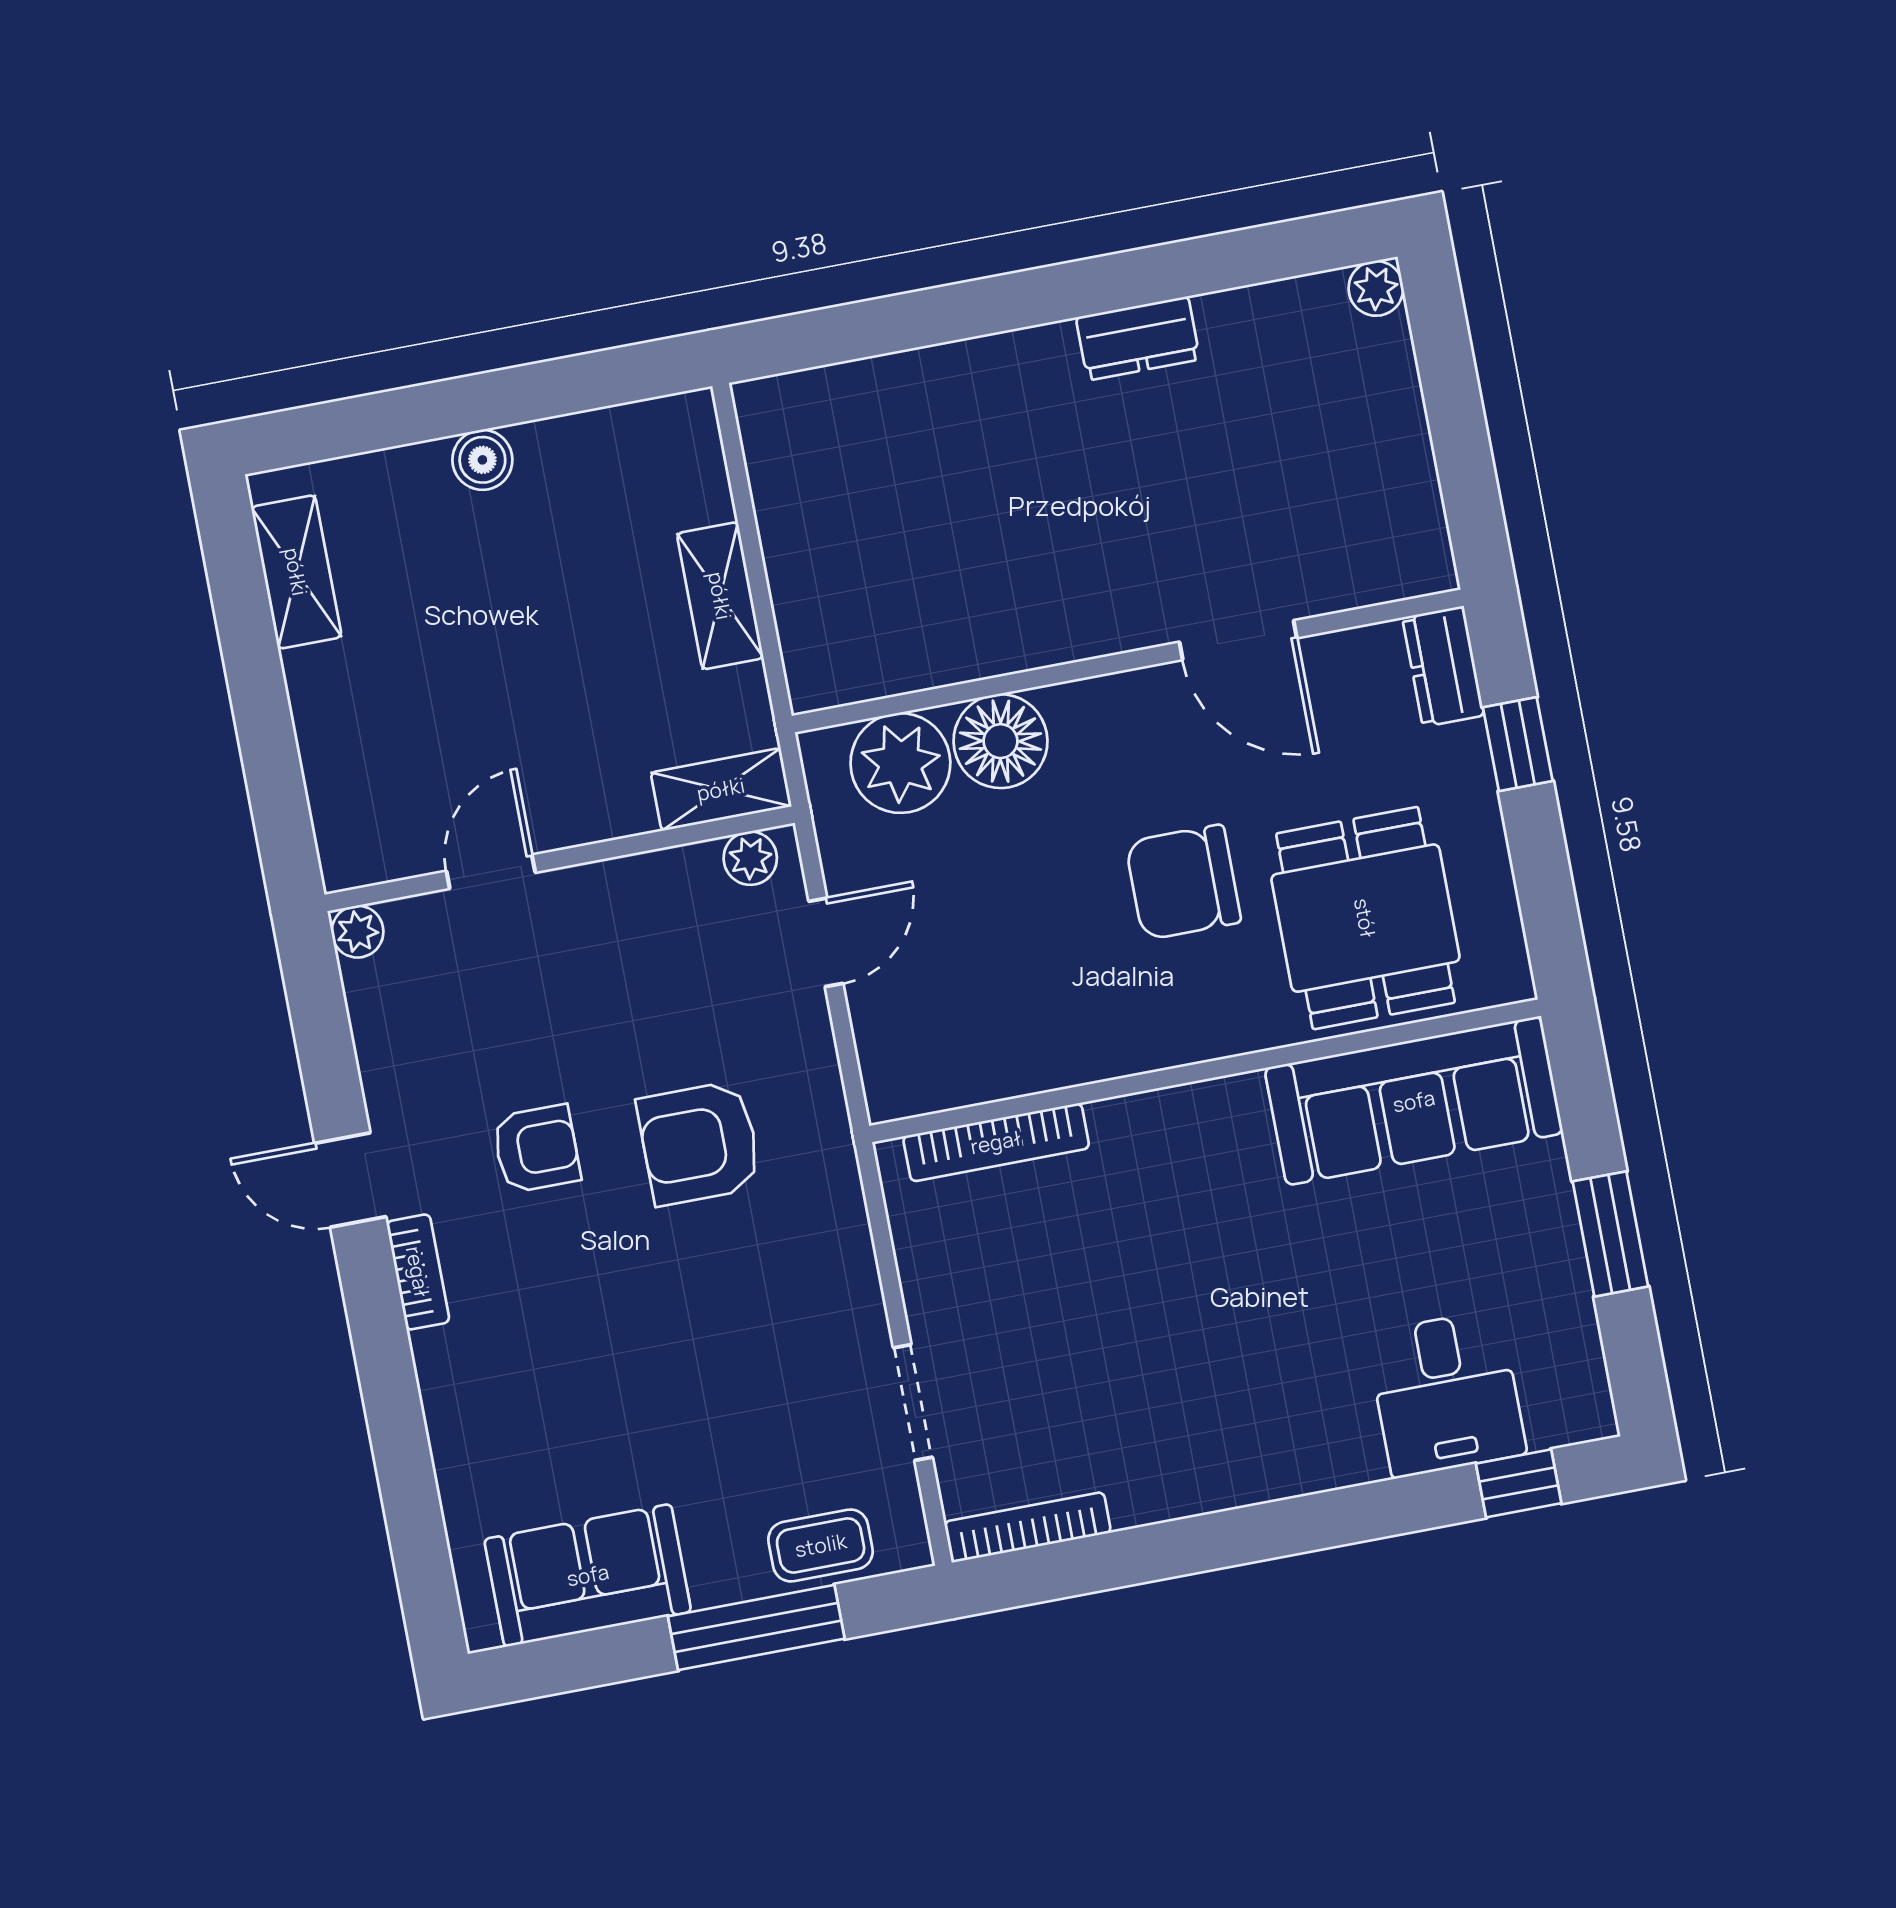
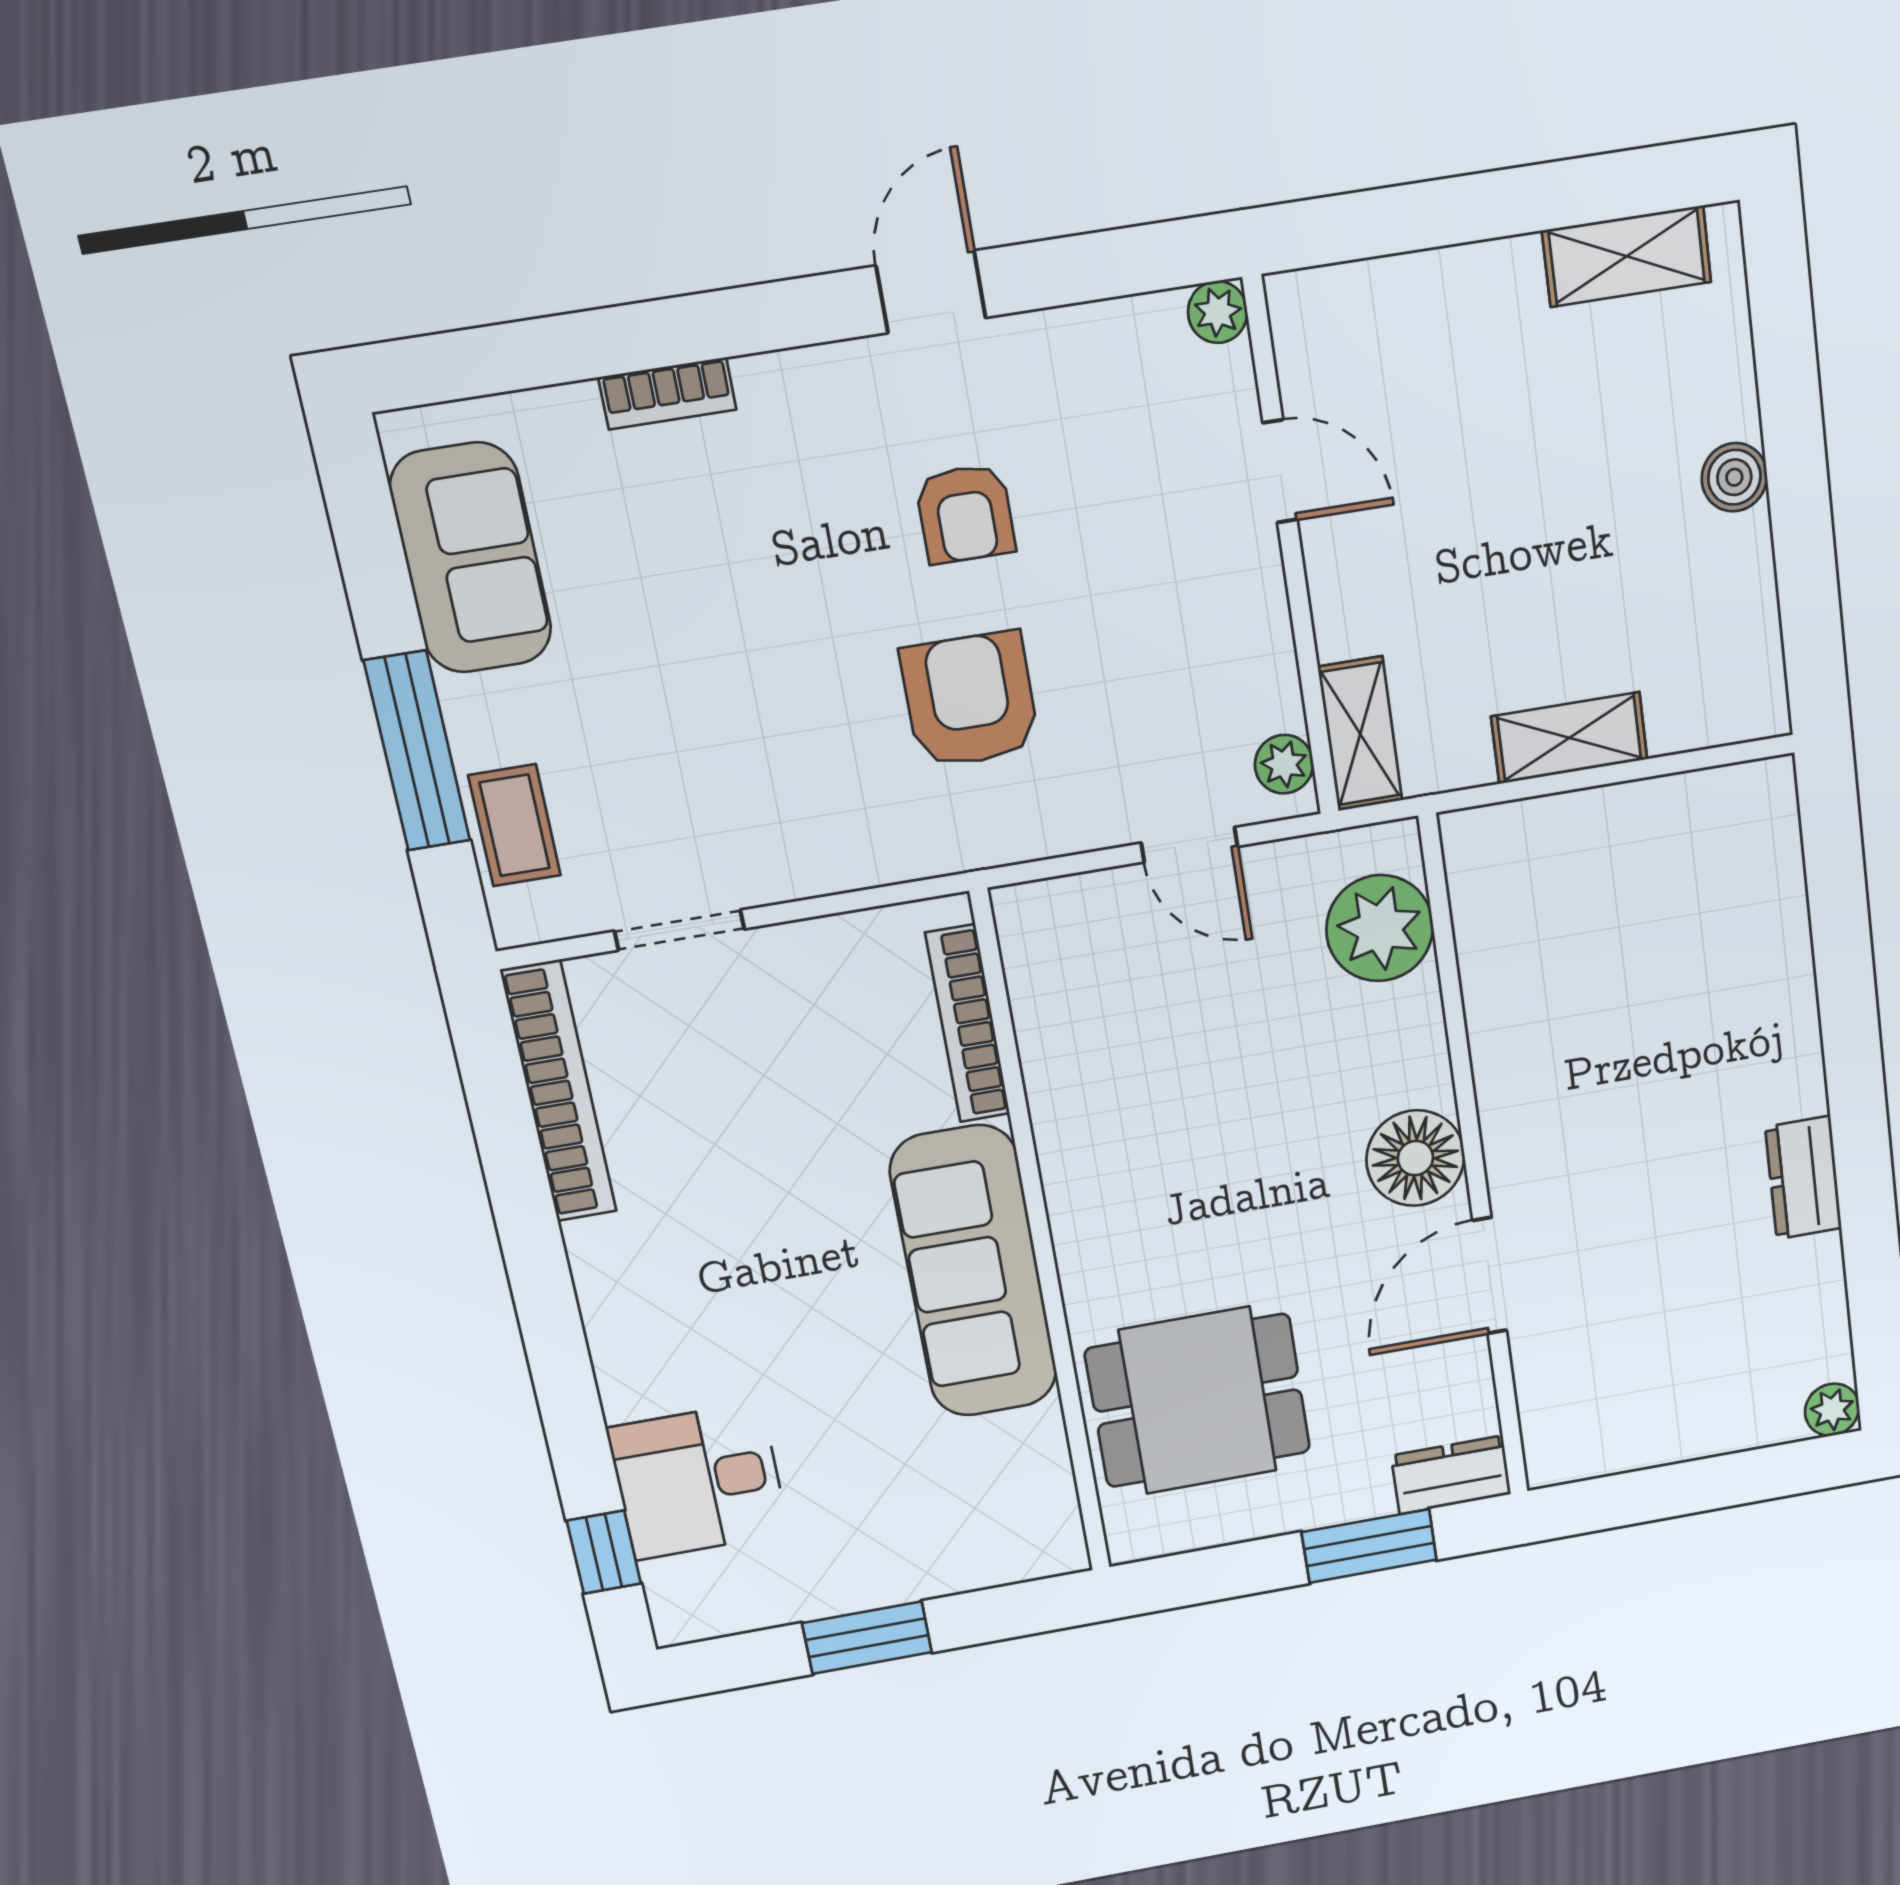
floor lamp: (1000, 741) -> (1415, 1158), moved
window: (1518, 744) -> (1369, 1546), width x1.50
chair: (1183, 882) -> (1241, 1220), removed
sofa: (1414, 1101) -> (974, 1272), moved
bookcase: (418, 1272) -> (667, 393), moved
bookcase: (1028, 1527) -> (559, 1092), width x1.48, depth x1.31

